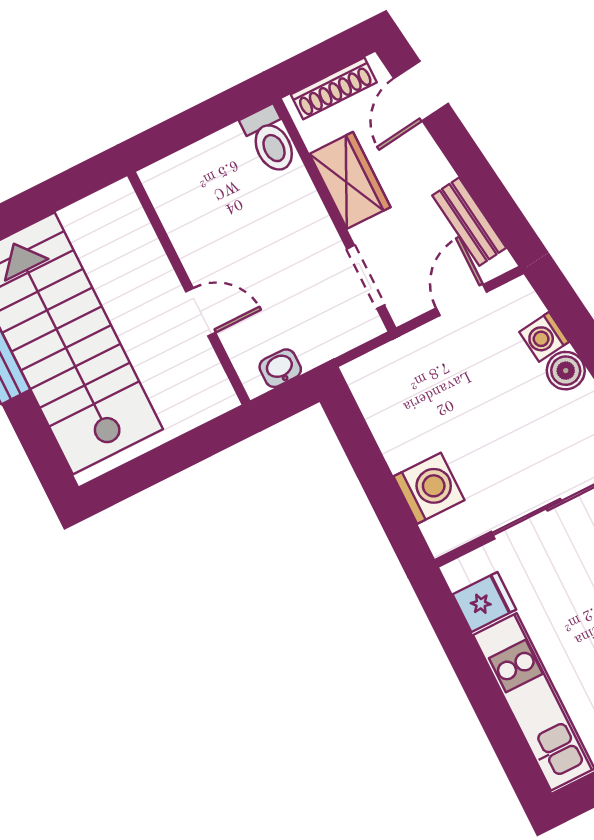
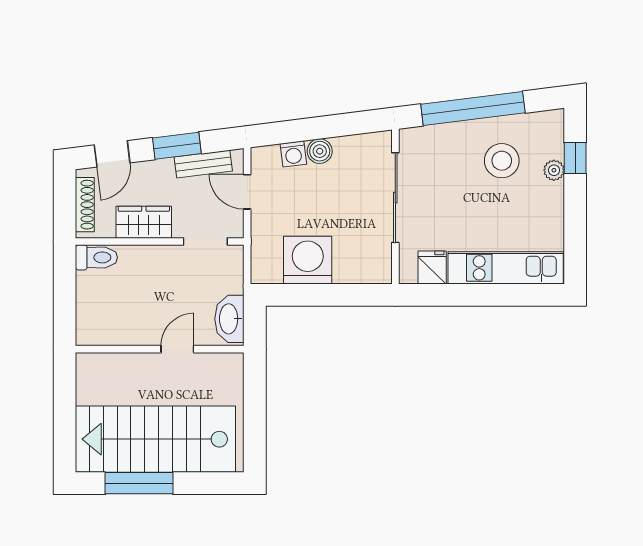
door: (421, 91) -> (112, 154), hinge flipped
window: (476, 173) -> (177, 146), added
washbasin: (280, 368) -> (229, 319), width x1.91, depth x1.45
washing machine: (429, 488) -> (308, 260), moved, width x1.37, depth x1.37

